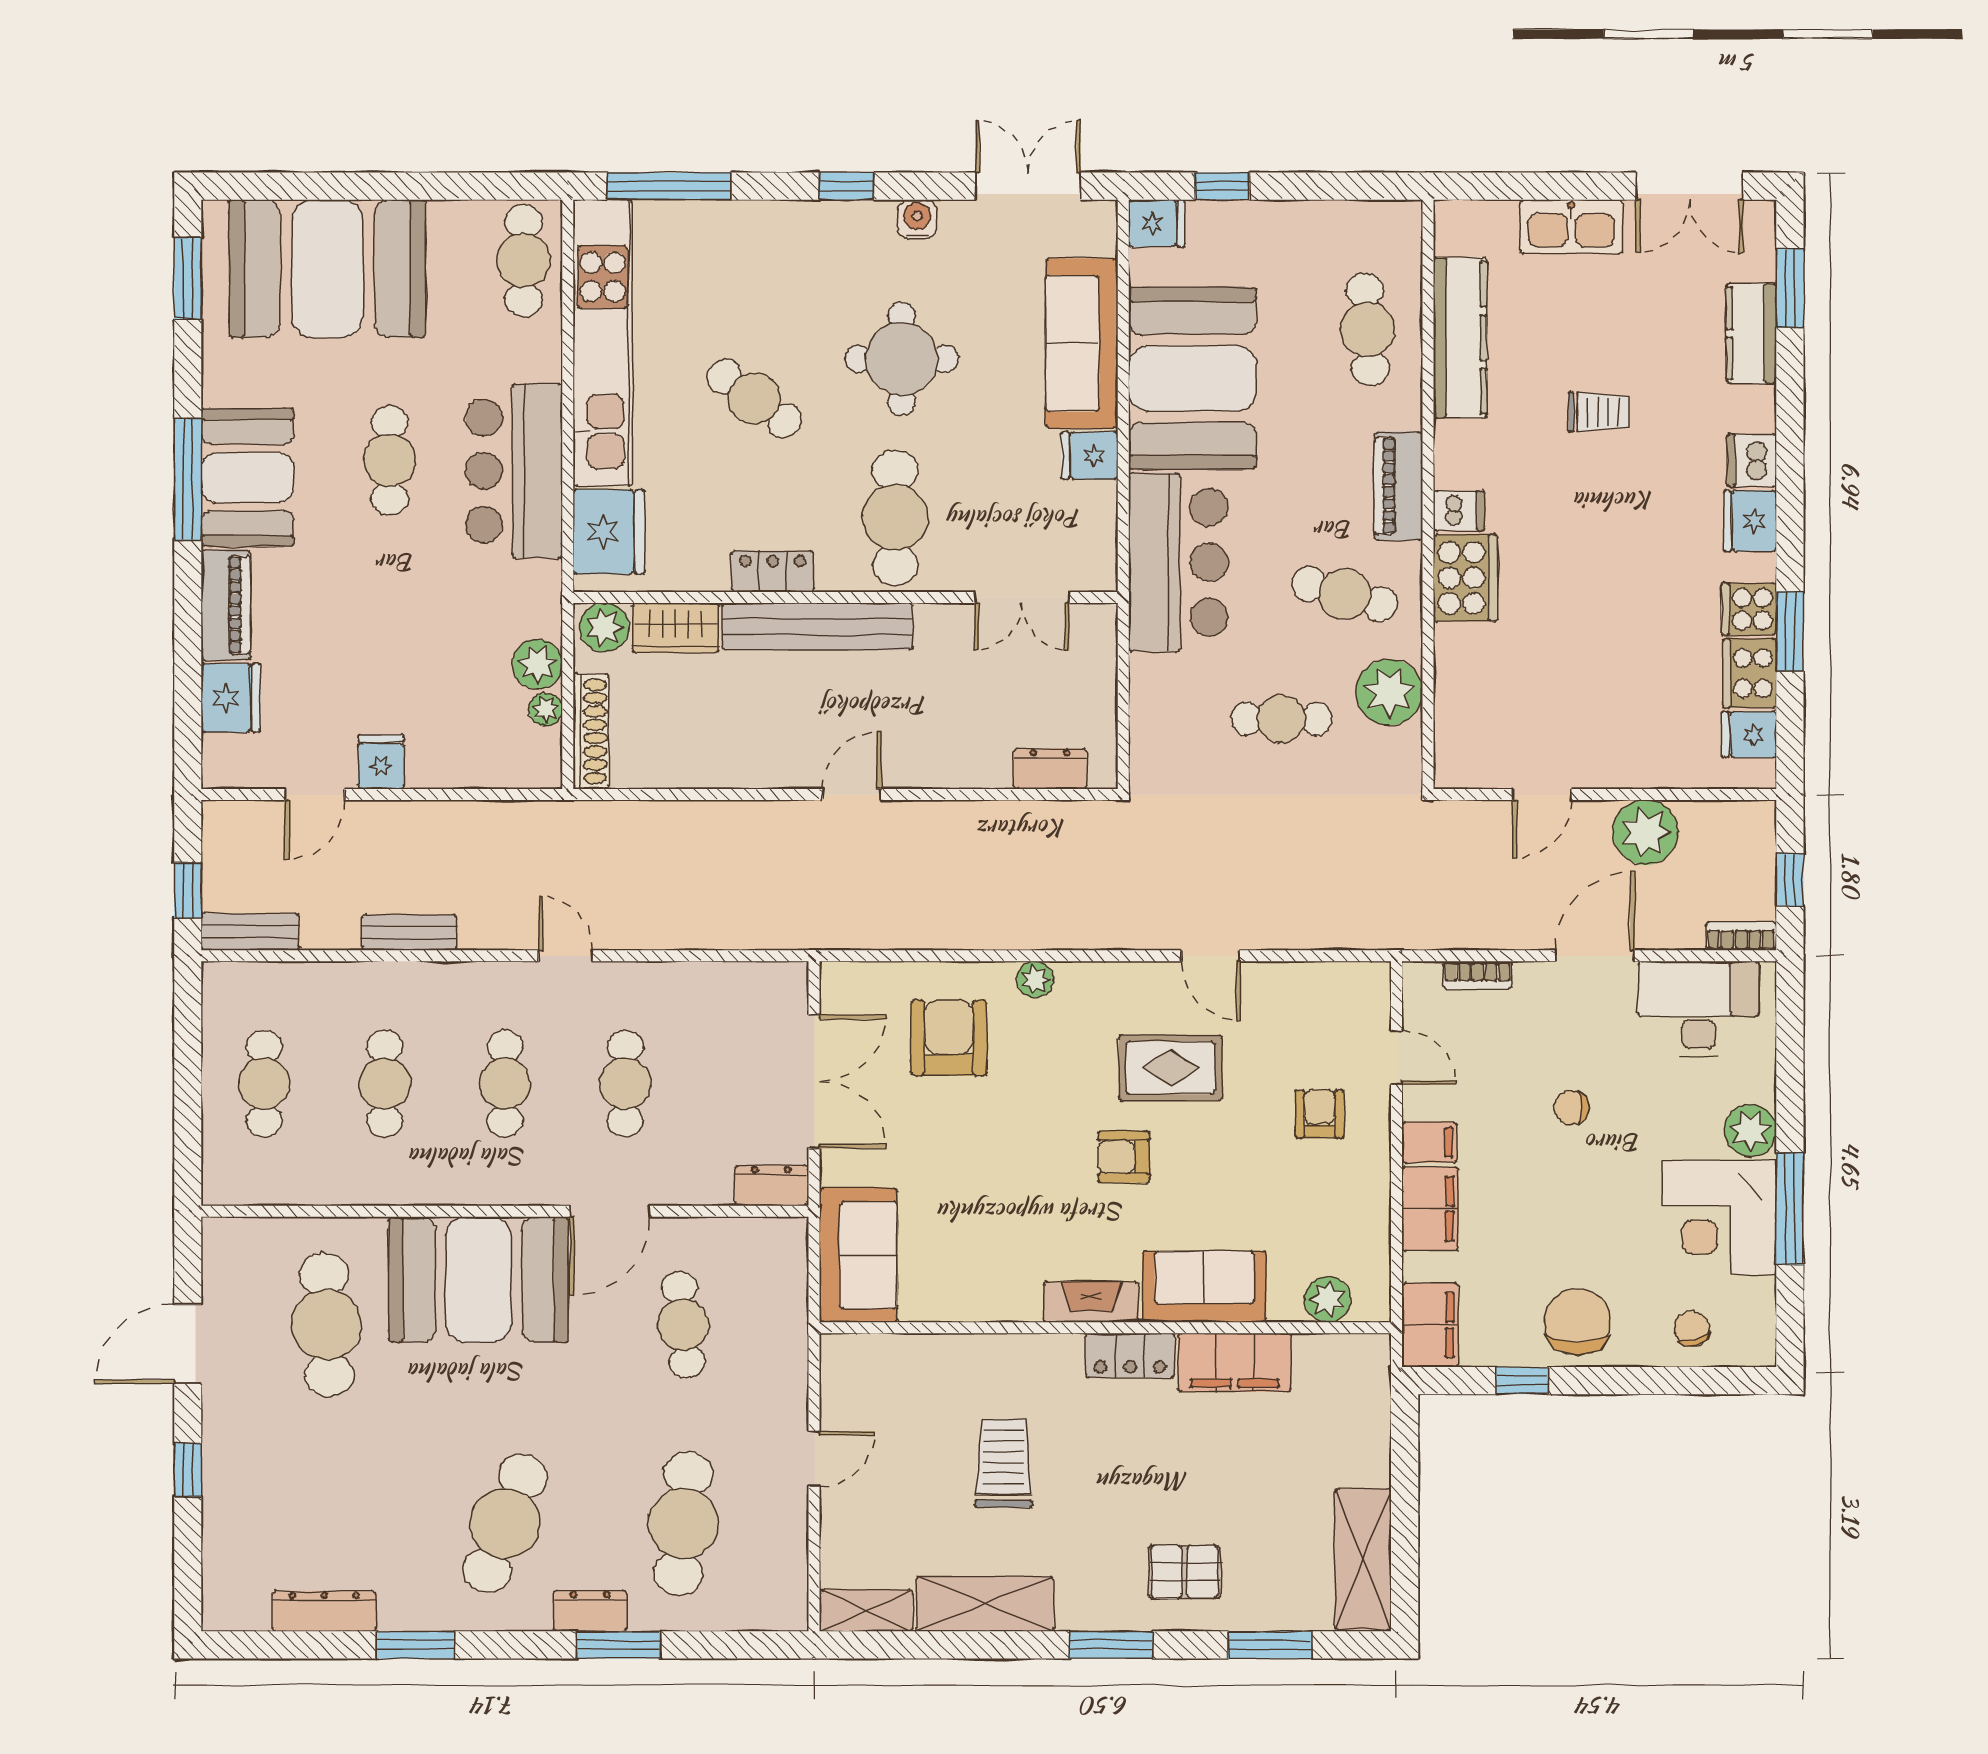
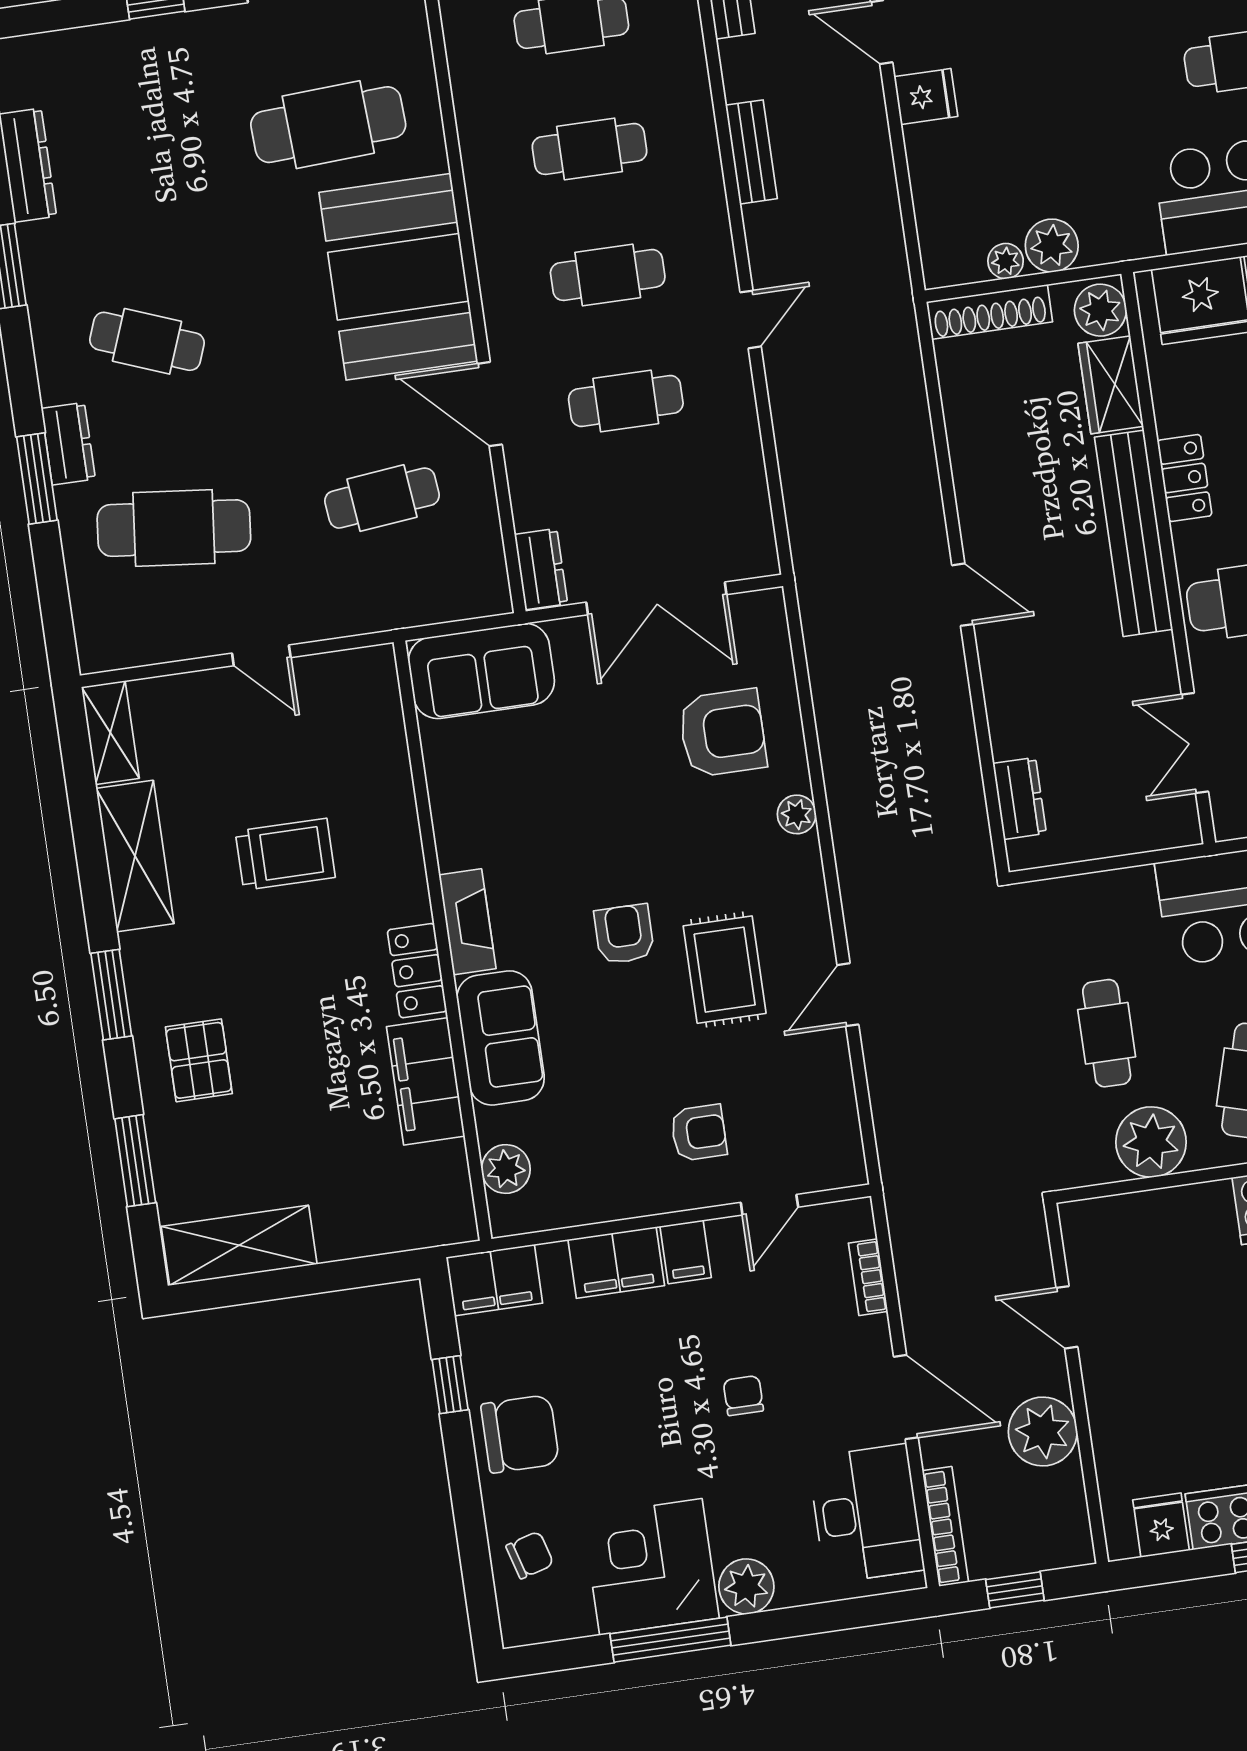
bookcase: (1741, 936) -> (945, 1526), width x1.56
cafe table: (505, 1523) -> (147, 341), width x0.73, depth x0.74

